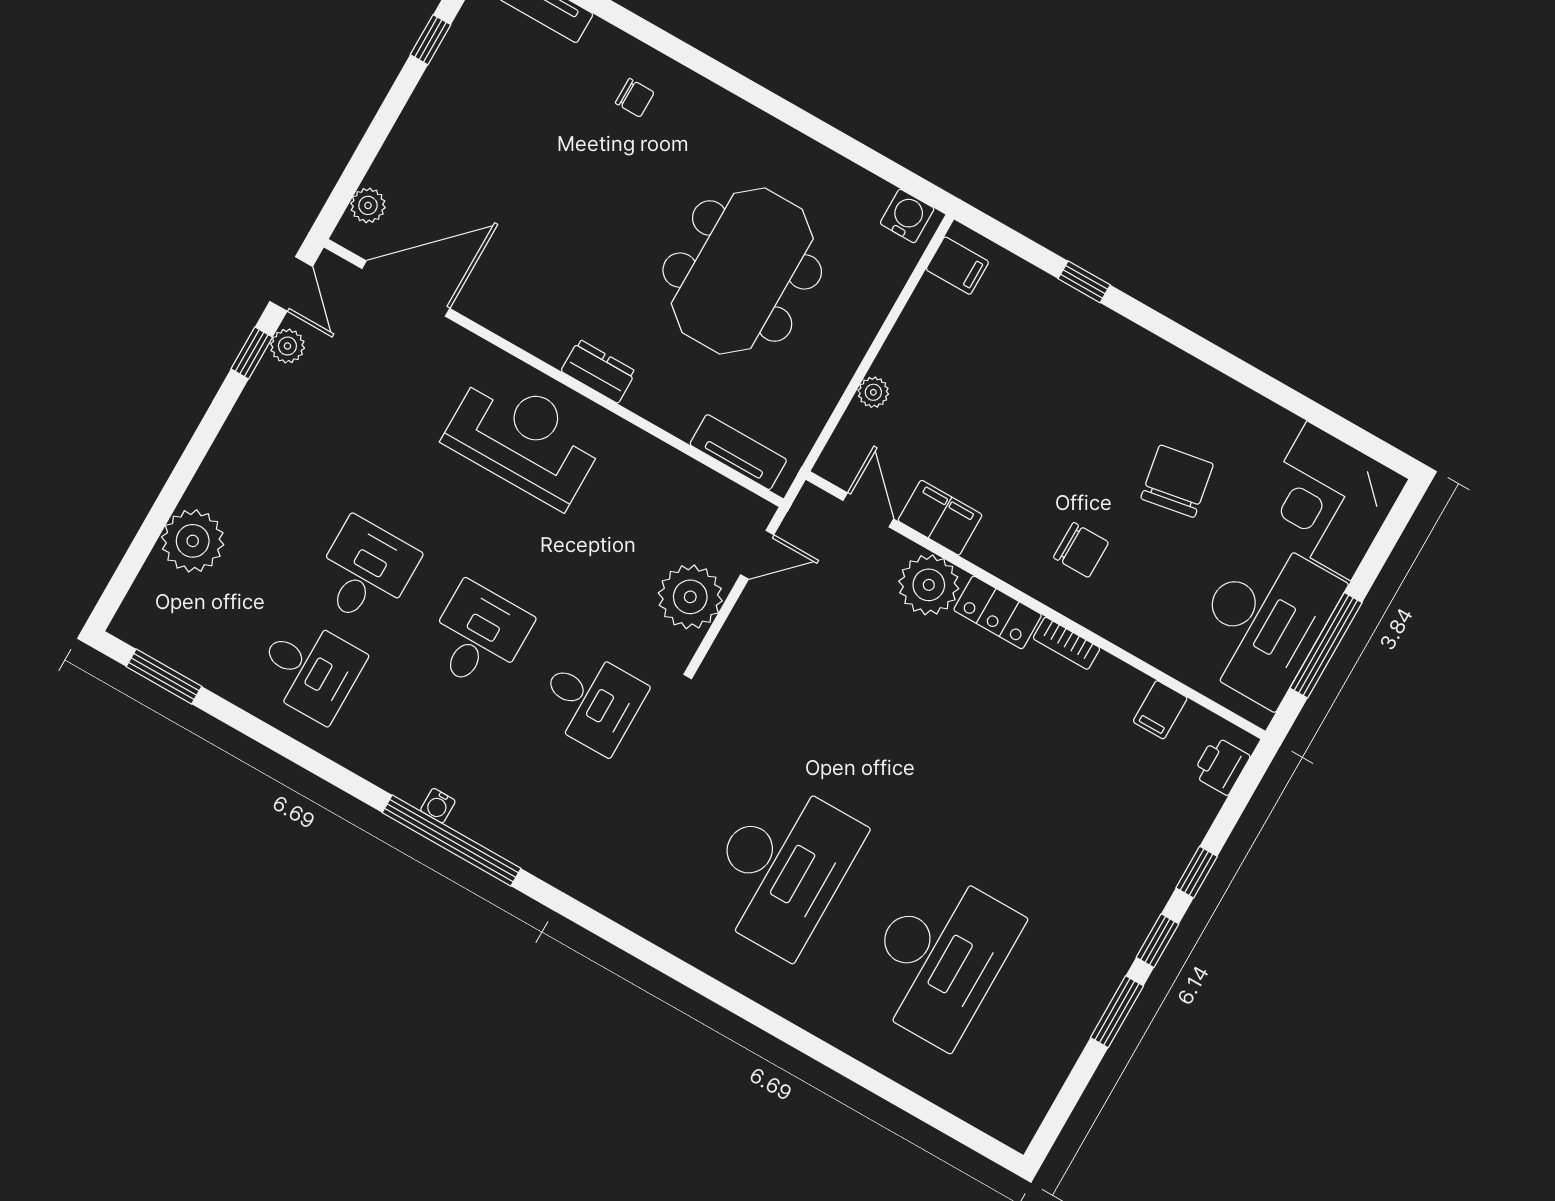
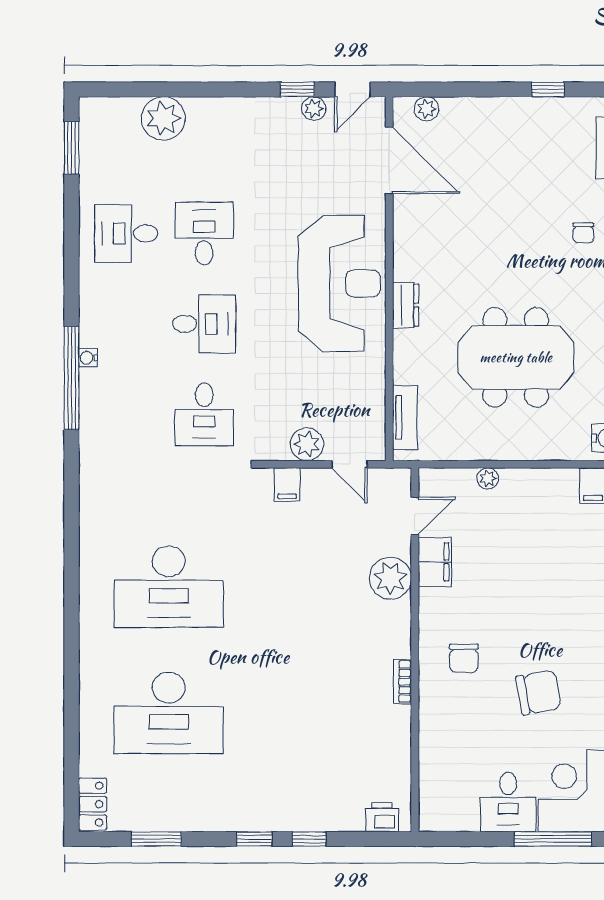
reception desk: (524, 439) -> (339, 283), width x1.36, depth x1.30
desk: (365, 572) -> (204, 233), turned -90
plant: (690, 597) -> (307, 444), width x0.73, depth x0.73
locker: (998, 612) -> (93, 804), moved, turned 180
desk: (1264, 621) -> (508, 802), width x0.53, depth x0.77
window: (1326, 645) -> (553, 839), moved
desk: (310, 669) -> (126, 233), turned 90
filing cabinet: (1160, 710) -> (287, 484), moved, turned -90
window: (1117, 1012) -> (156, 839), moved

